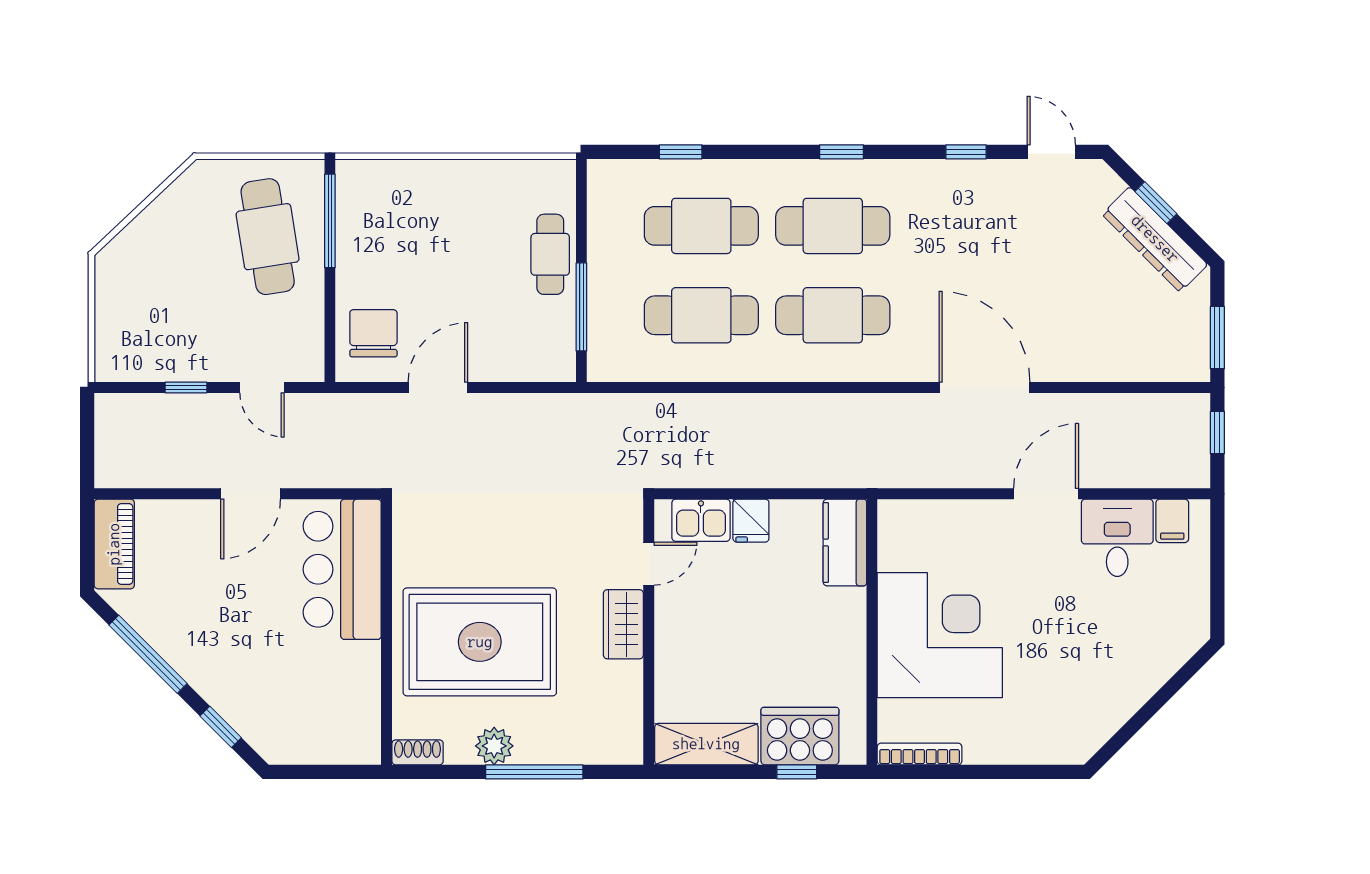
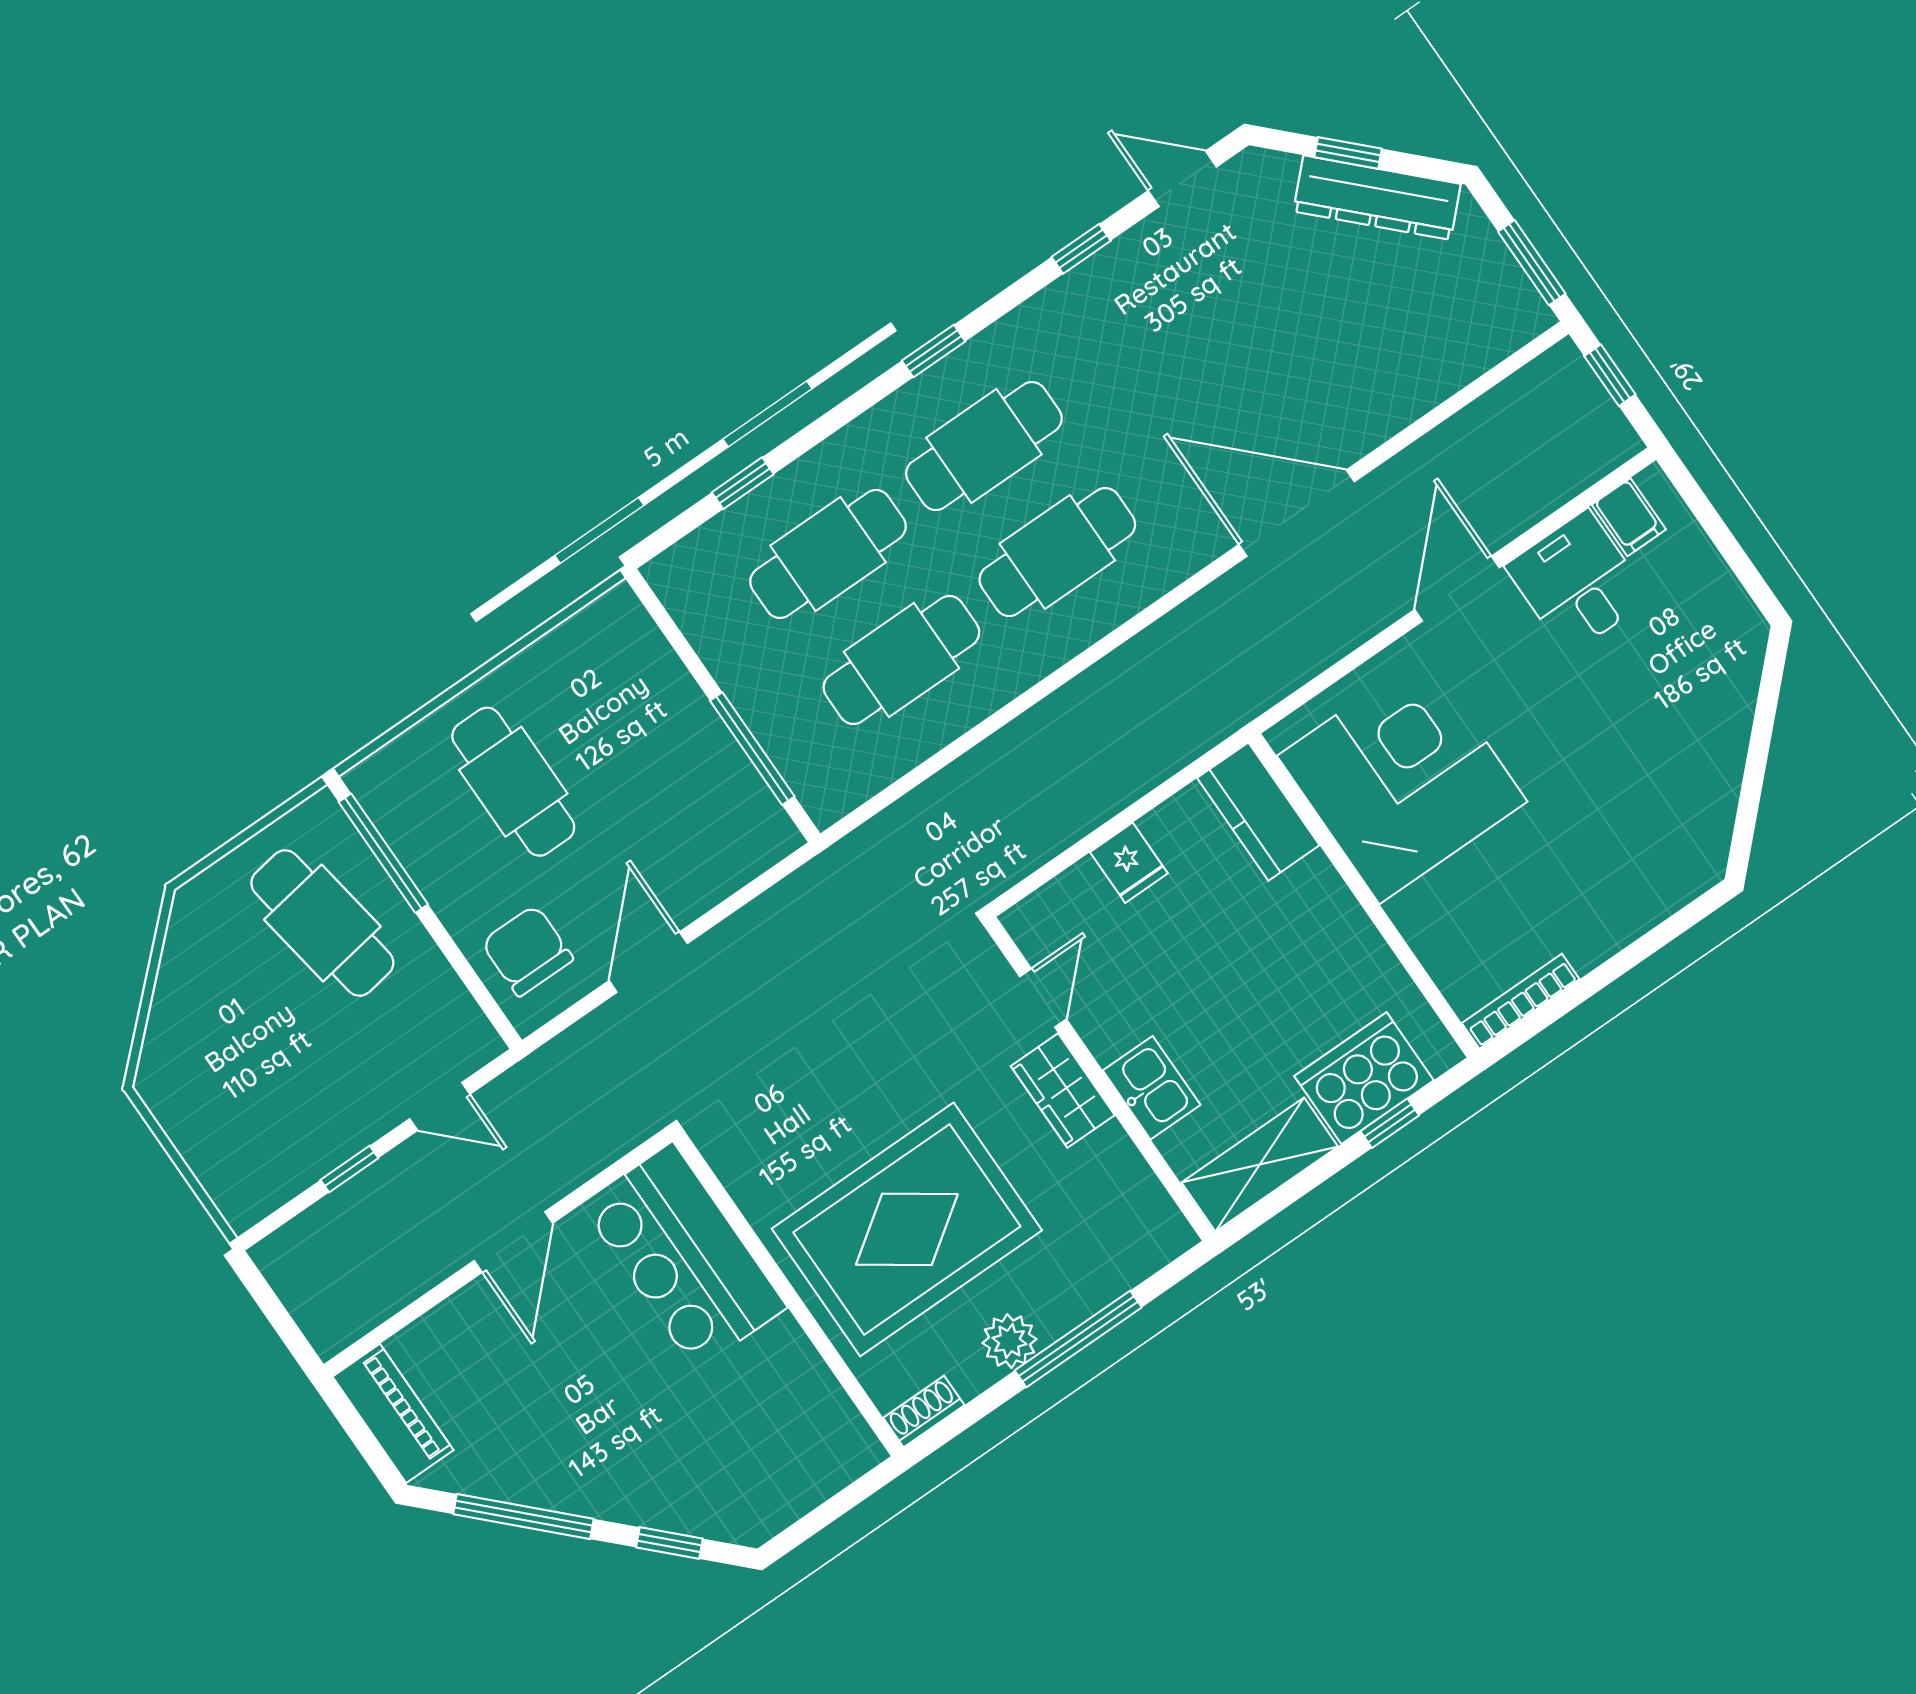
cafe table: (550, 254) -> (513, 782), moved, width x1.37, depth x1.35
kitchen sink: (701, 520) -> (1152, 1088), moved, turned -90
corner desk: (940, 635) -> (1402, 779), moved

